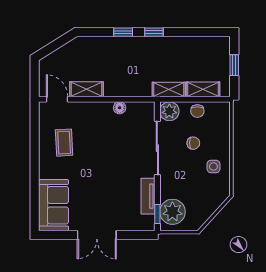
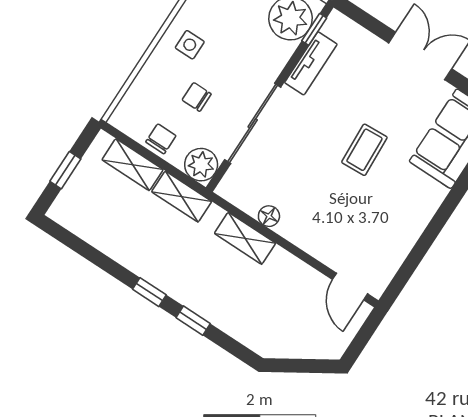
shelving: (87, 89) -> (245, 238), moved
coffee table: (64, 143) -> (364, 150), moved

